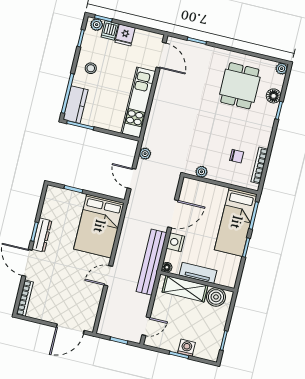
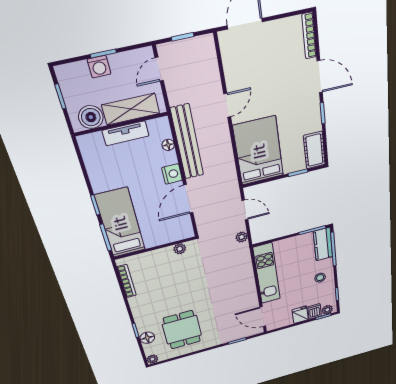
chair: (237, 156) -> (153, 278), removed
cot: (52, 203) -> (314, 150), added
dresser: (42, 235) -> (314, 113), removed
tv unit: (198, 273) -> (126, 133), moved
wall: (197, 281) -> (121, 124), moved
shelving: (185, 289) -> (131, 109), moved
boiler: (216, 297) -> (91, 117), moved

